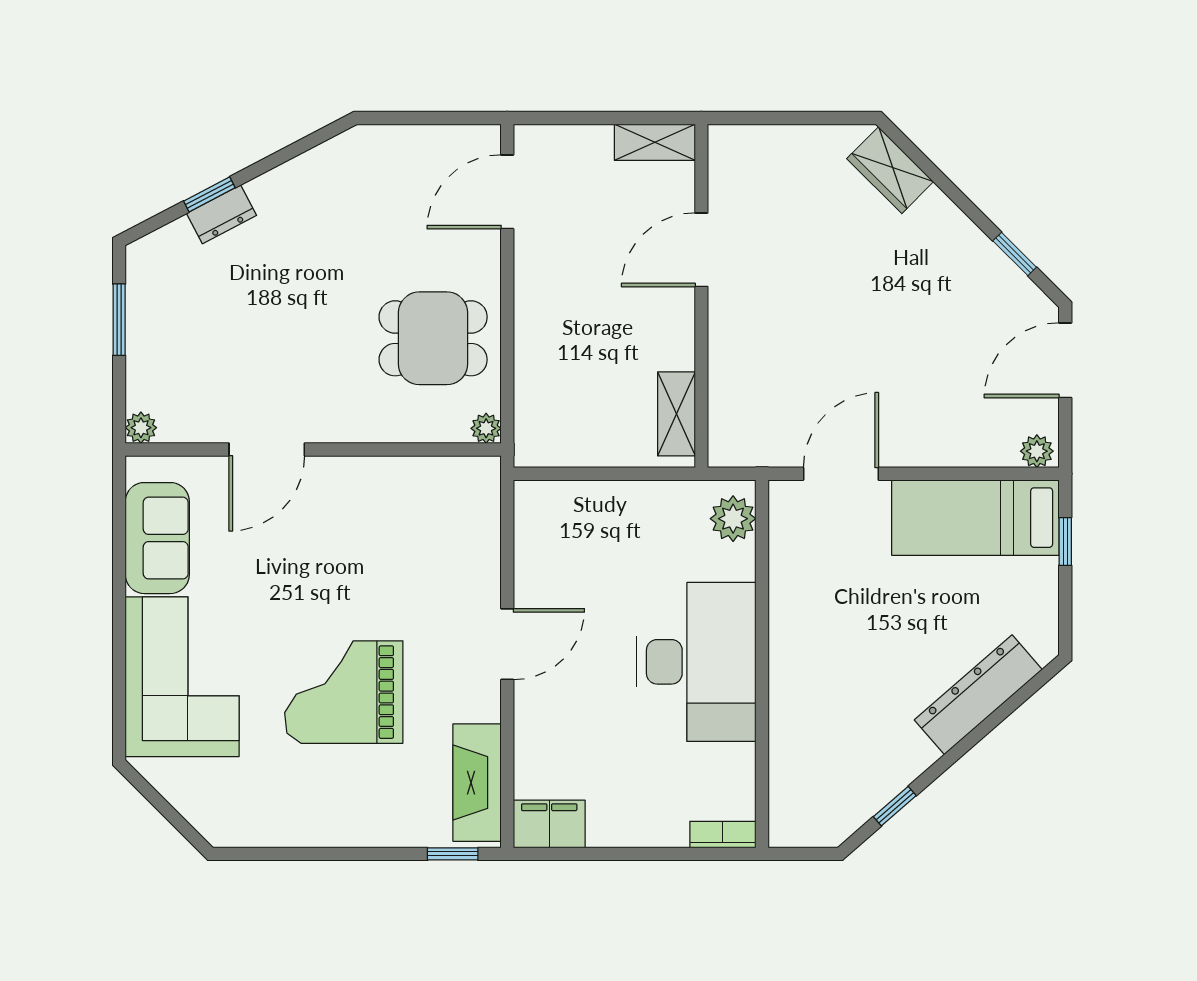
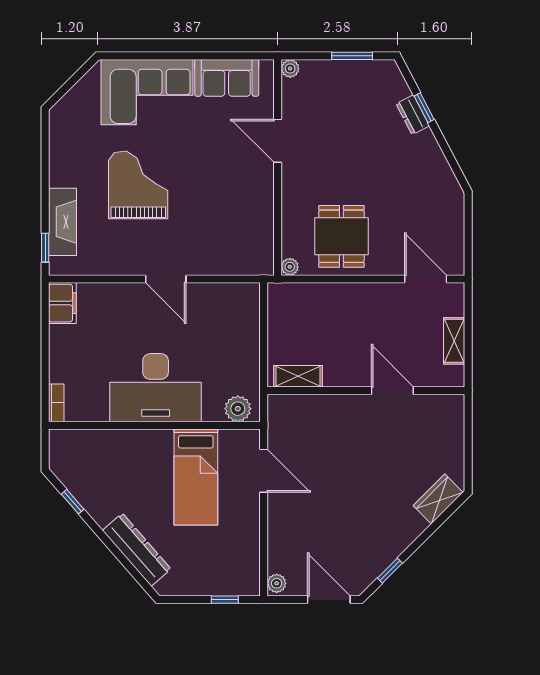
shelving: (655, 142) -> (454, 341), moved
bed: (975, 518) -> (196, 477), moved, turned 180
fireplace: (477, 783) -> (63, 222), moved, turned 90

